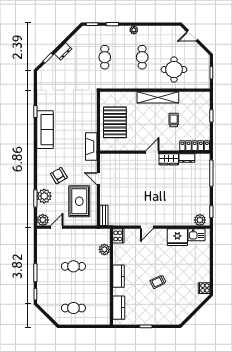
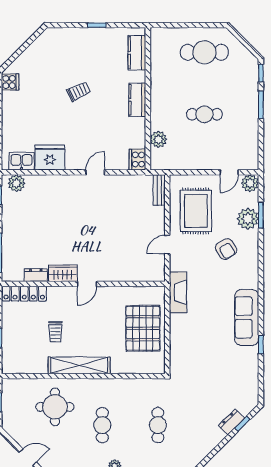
dresser: (63, 51) -> (232, 422), moved
door: (98, 179) -> (167, 245), swing flipped
cafe table: (73, 308) -> (204, 52), width x1.37, depth x1.35

